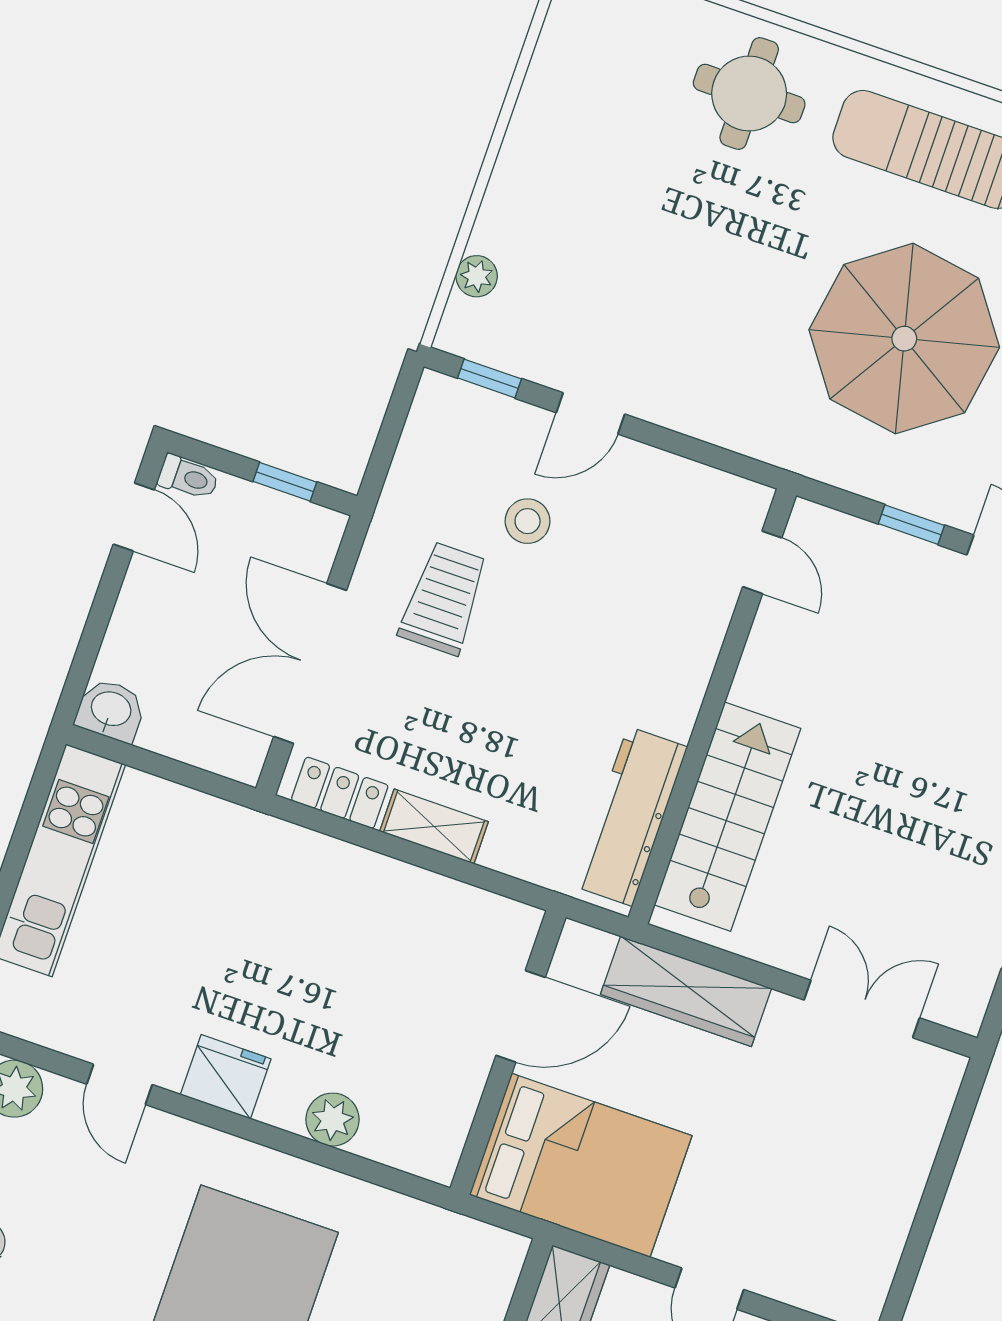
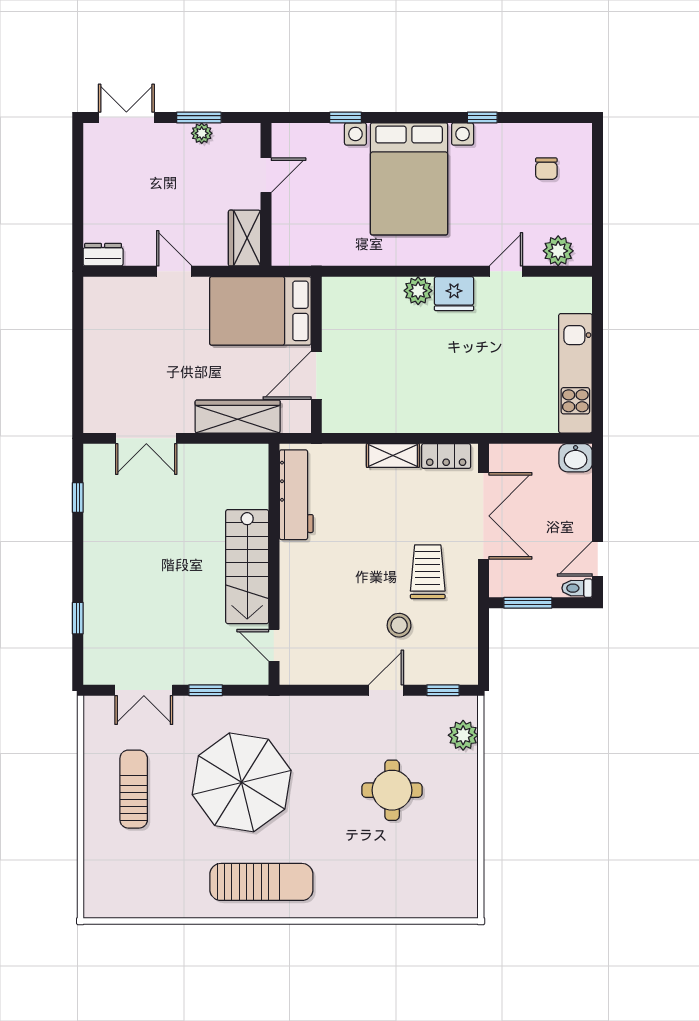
round table: (749, 94) -> (392, 790), moved
plant: (477, 276) -> (463, 735), width x1.38, depth x1.38
window: (285, 482) -> (528, 603), width x1.50
door: (134, 517) -> (598, 559), hinge flipped
trolley: (444, 598) -> (428, 572), turned 180
stairs: (728, 817) -> (247, 567), moved
door: (119, 1084) -> (506, 271), hinge flipped
plant: (333, 1120) -> (418, 291), moved

